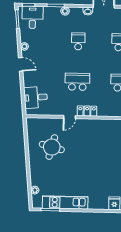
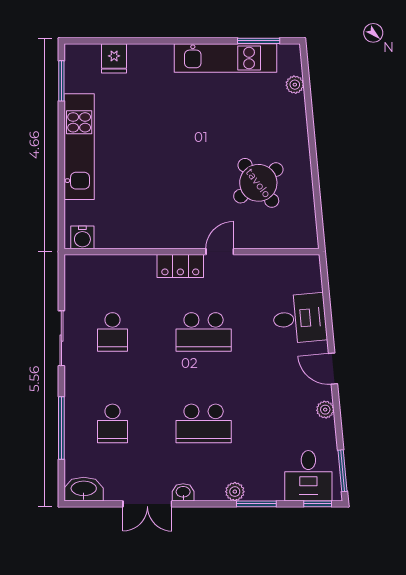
school desk: (78, 41) -> (204, 423), width x1.85
desk: (36, 97) -> (300, 318), moved
round table: (52, 147) -> (258, 183), turned 38

